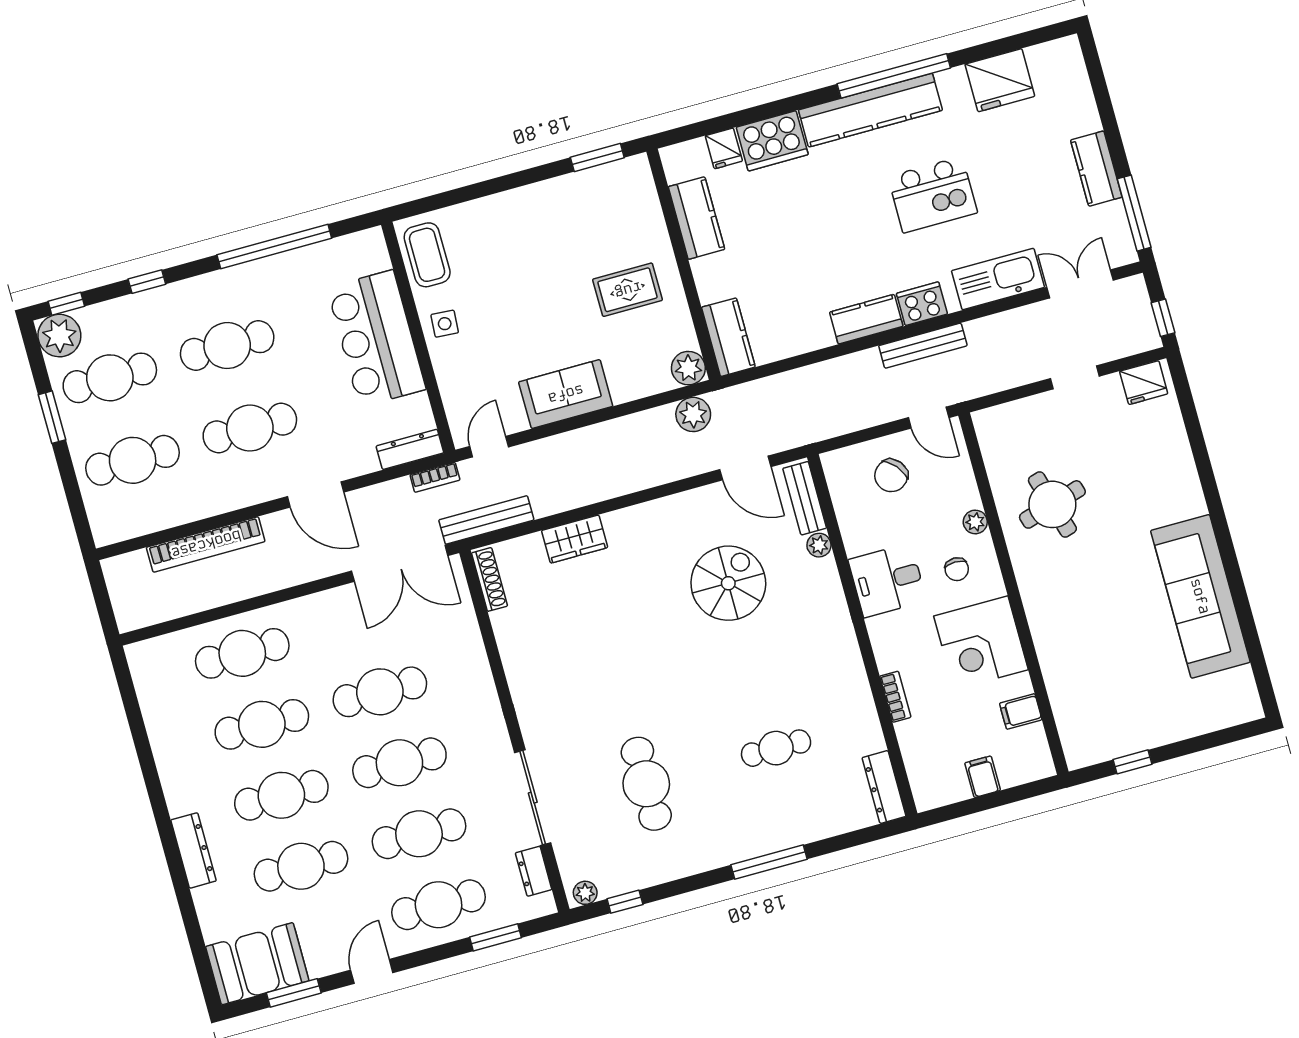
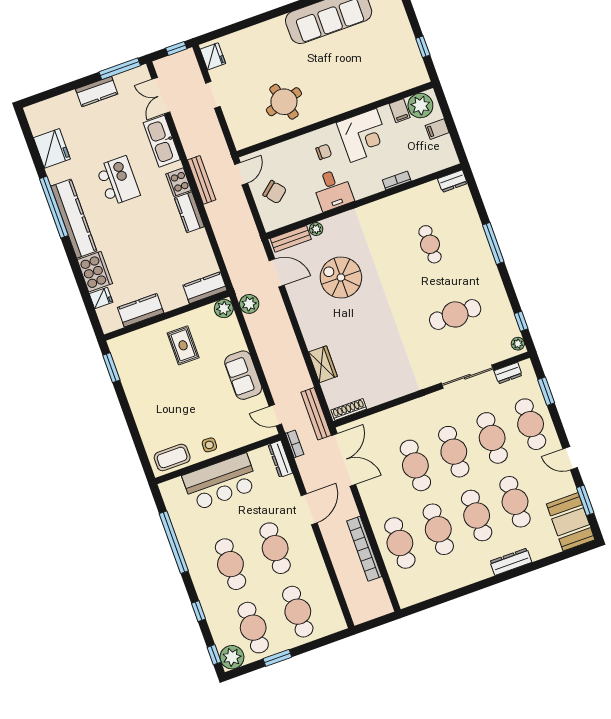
door: (745, 468) -> (277, 273), hinge flipped
plant: (975, 522) -> (420, 106), moved, width x1.87, depth x1.87
bookcase: (206, 544) -> (364, 549), moved, turned 180
dresser: (884, 787) -> (452, 181), width x0.70

